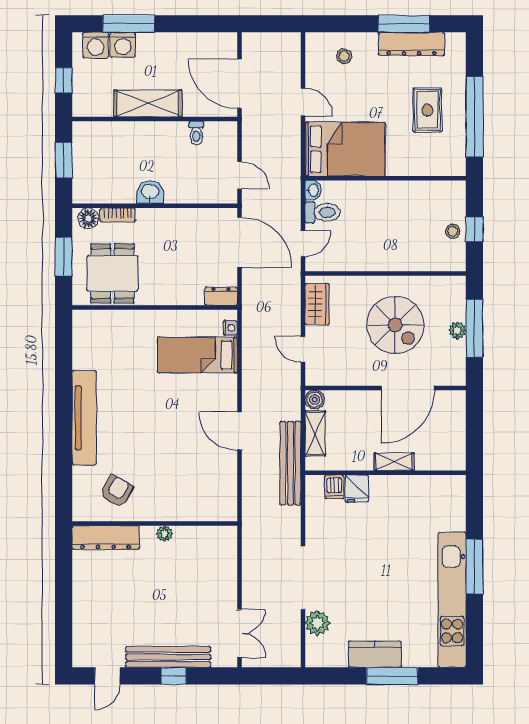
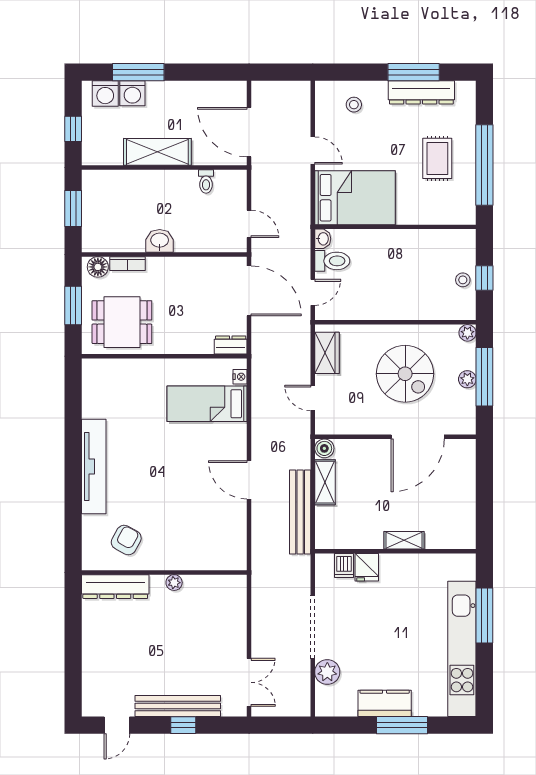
dining table: (112, 273) -> (122, 322), turned 90
plant: (458, 284) -> (467, 333), added
shelving: (394, 462) -> (404, 540), moved
wall: (386, 473) -> (395, 551), moved
dishwasher: (334, 487) -> (344, 565), moved
fridge: (357, 489) -> (367, 567), moved

